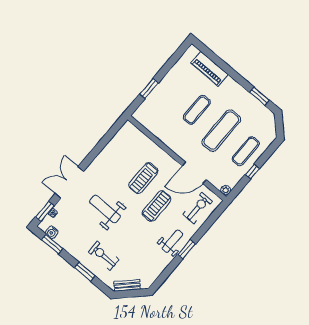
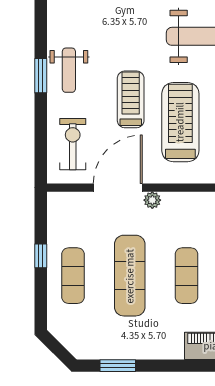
treadmill: (143, 178) -> (180, 122), width x1.37, depth x1.38
plant: (226, 190) -> (152, 200), moved
treadmill: (156, 206) -> (131, 99), turned 180
exercise bike: (198, 208) -> (73, 144), turned 180

